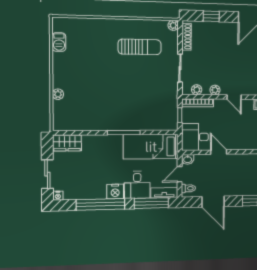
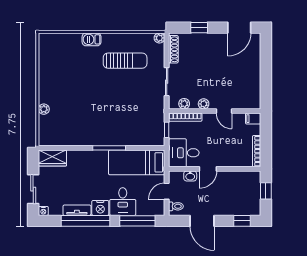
barbecue: (59, 42) -> (92, 39), moved, turned 90
door: (219, 152) -> (208, 169), swing flipped
washbasin: (188, 159) -> (190, 176), moved
tv unit: (164, 193) -> (77, 210), moved

